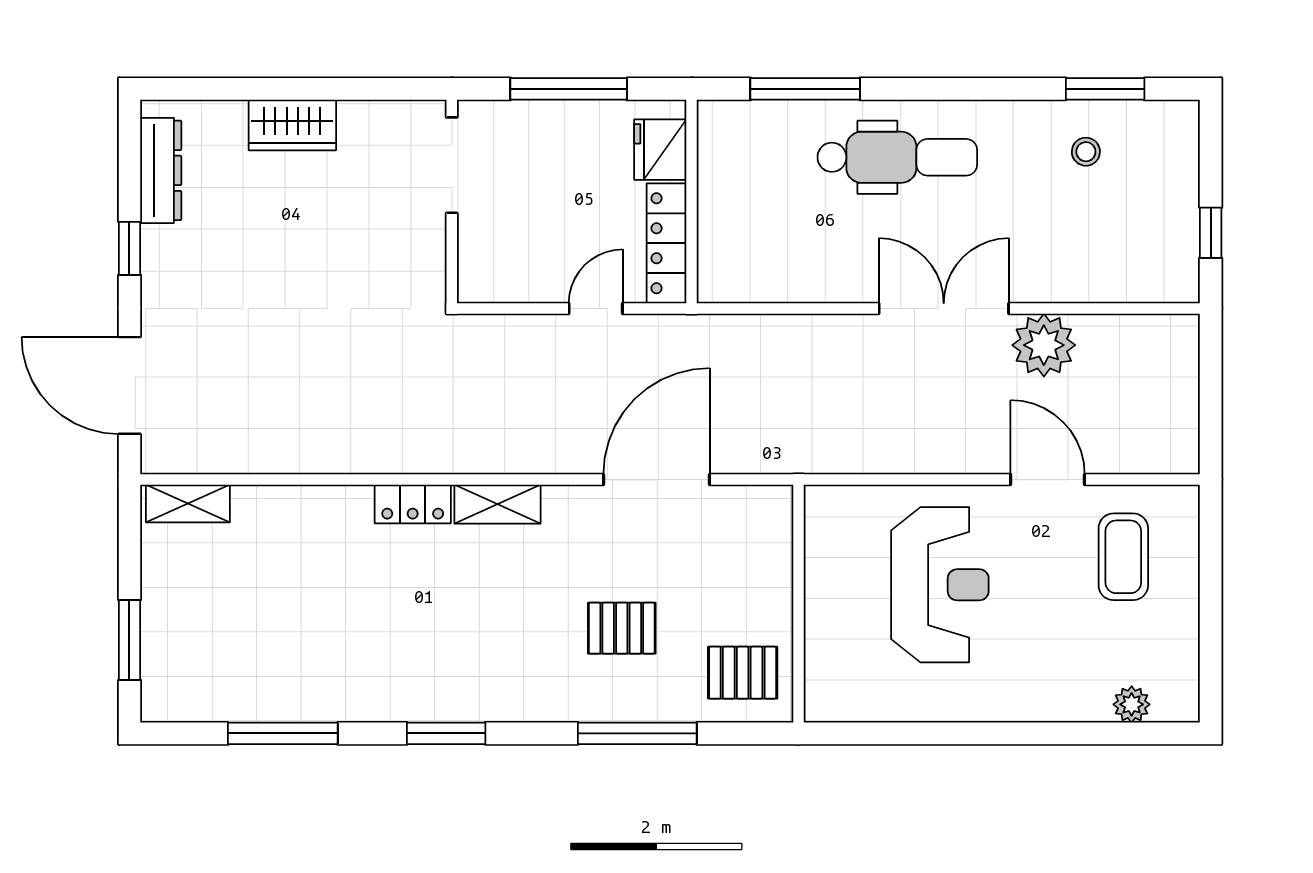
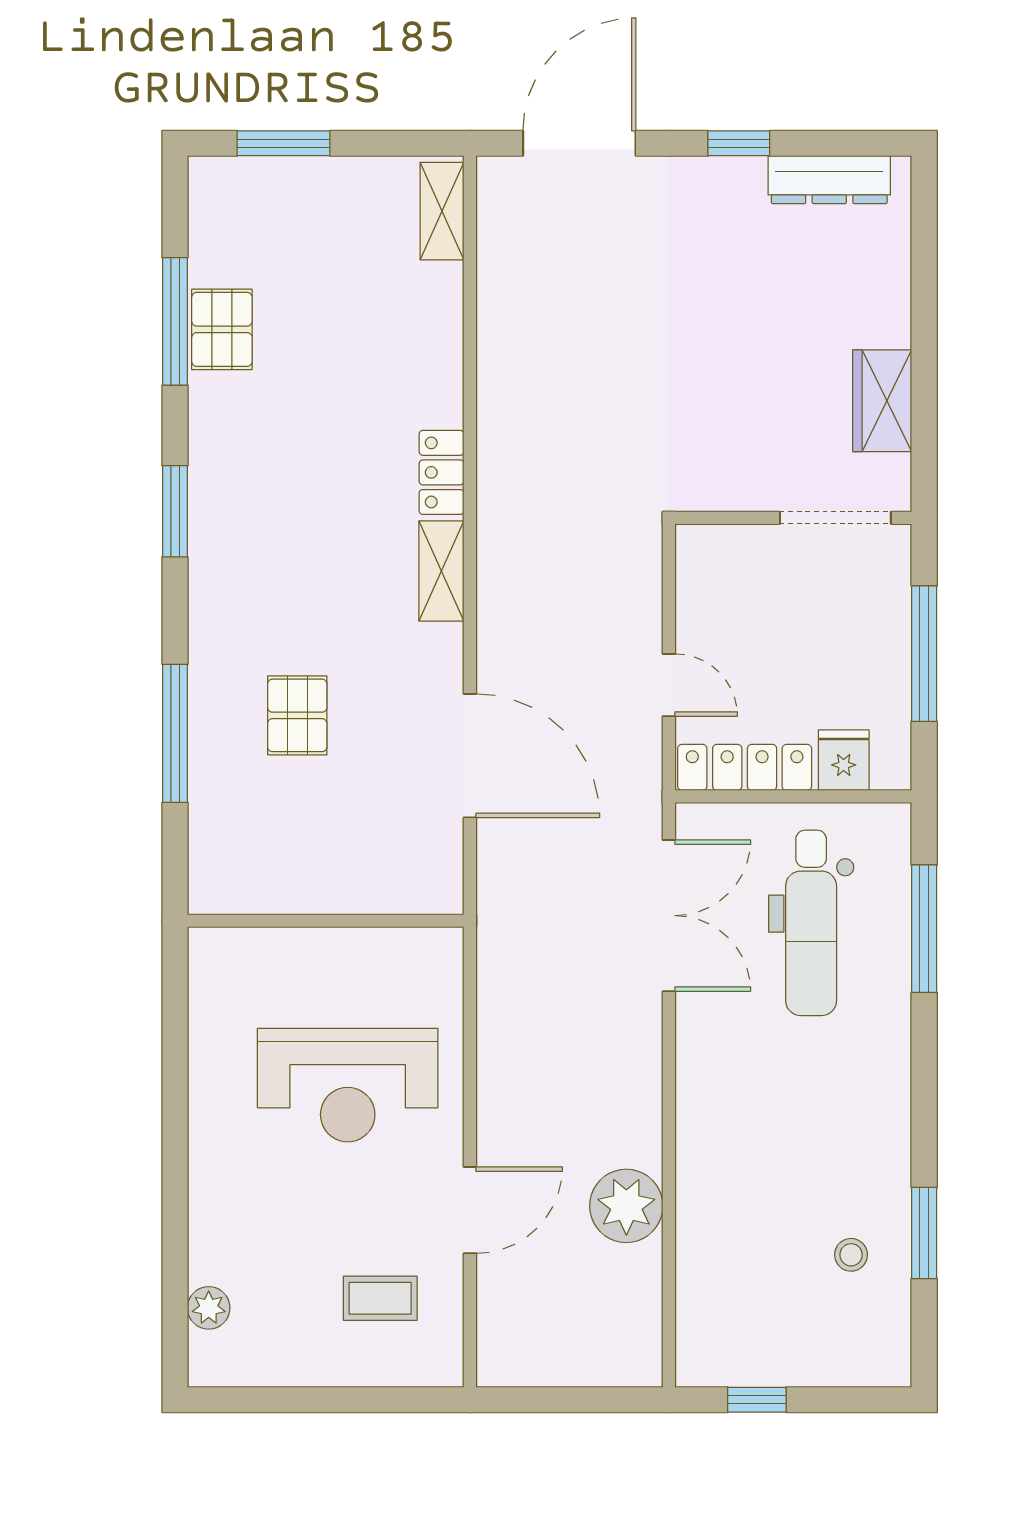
window: (1105, 89) -> (924, 1233), moved
wardrobe: (292, 125) -> (882, 401), moved
fridge: (660, 150) -> (844, 760), width x0.72
dental chair: (897, 157) -> (811, 923), moved
double door: (944, 308) -> (669, 916), moved
coffee table: (1123, 557) -> (380, 1298), width x0.73, depth x0.77
pallet: (743, 673) -> (222, 329), moved

